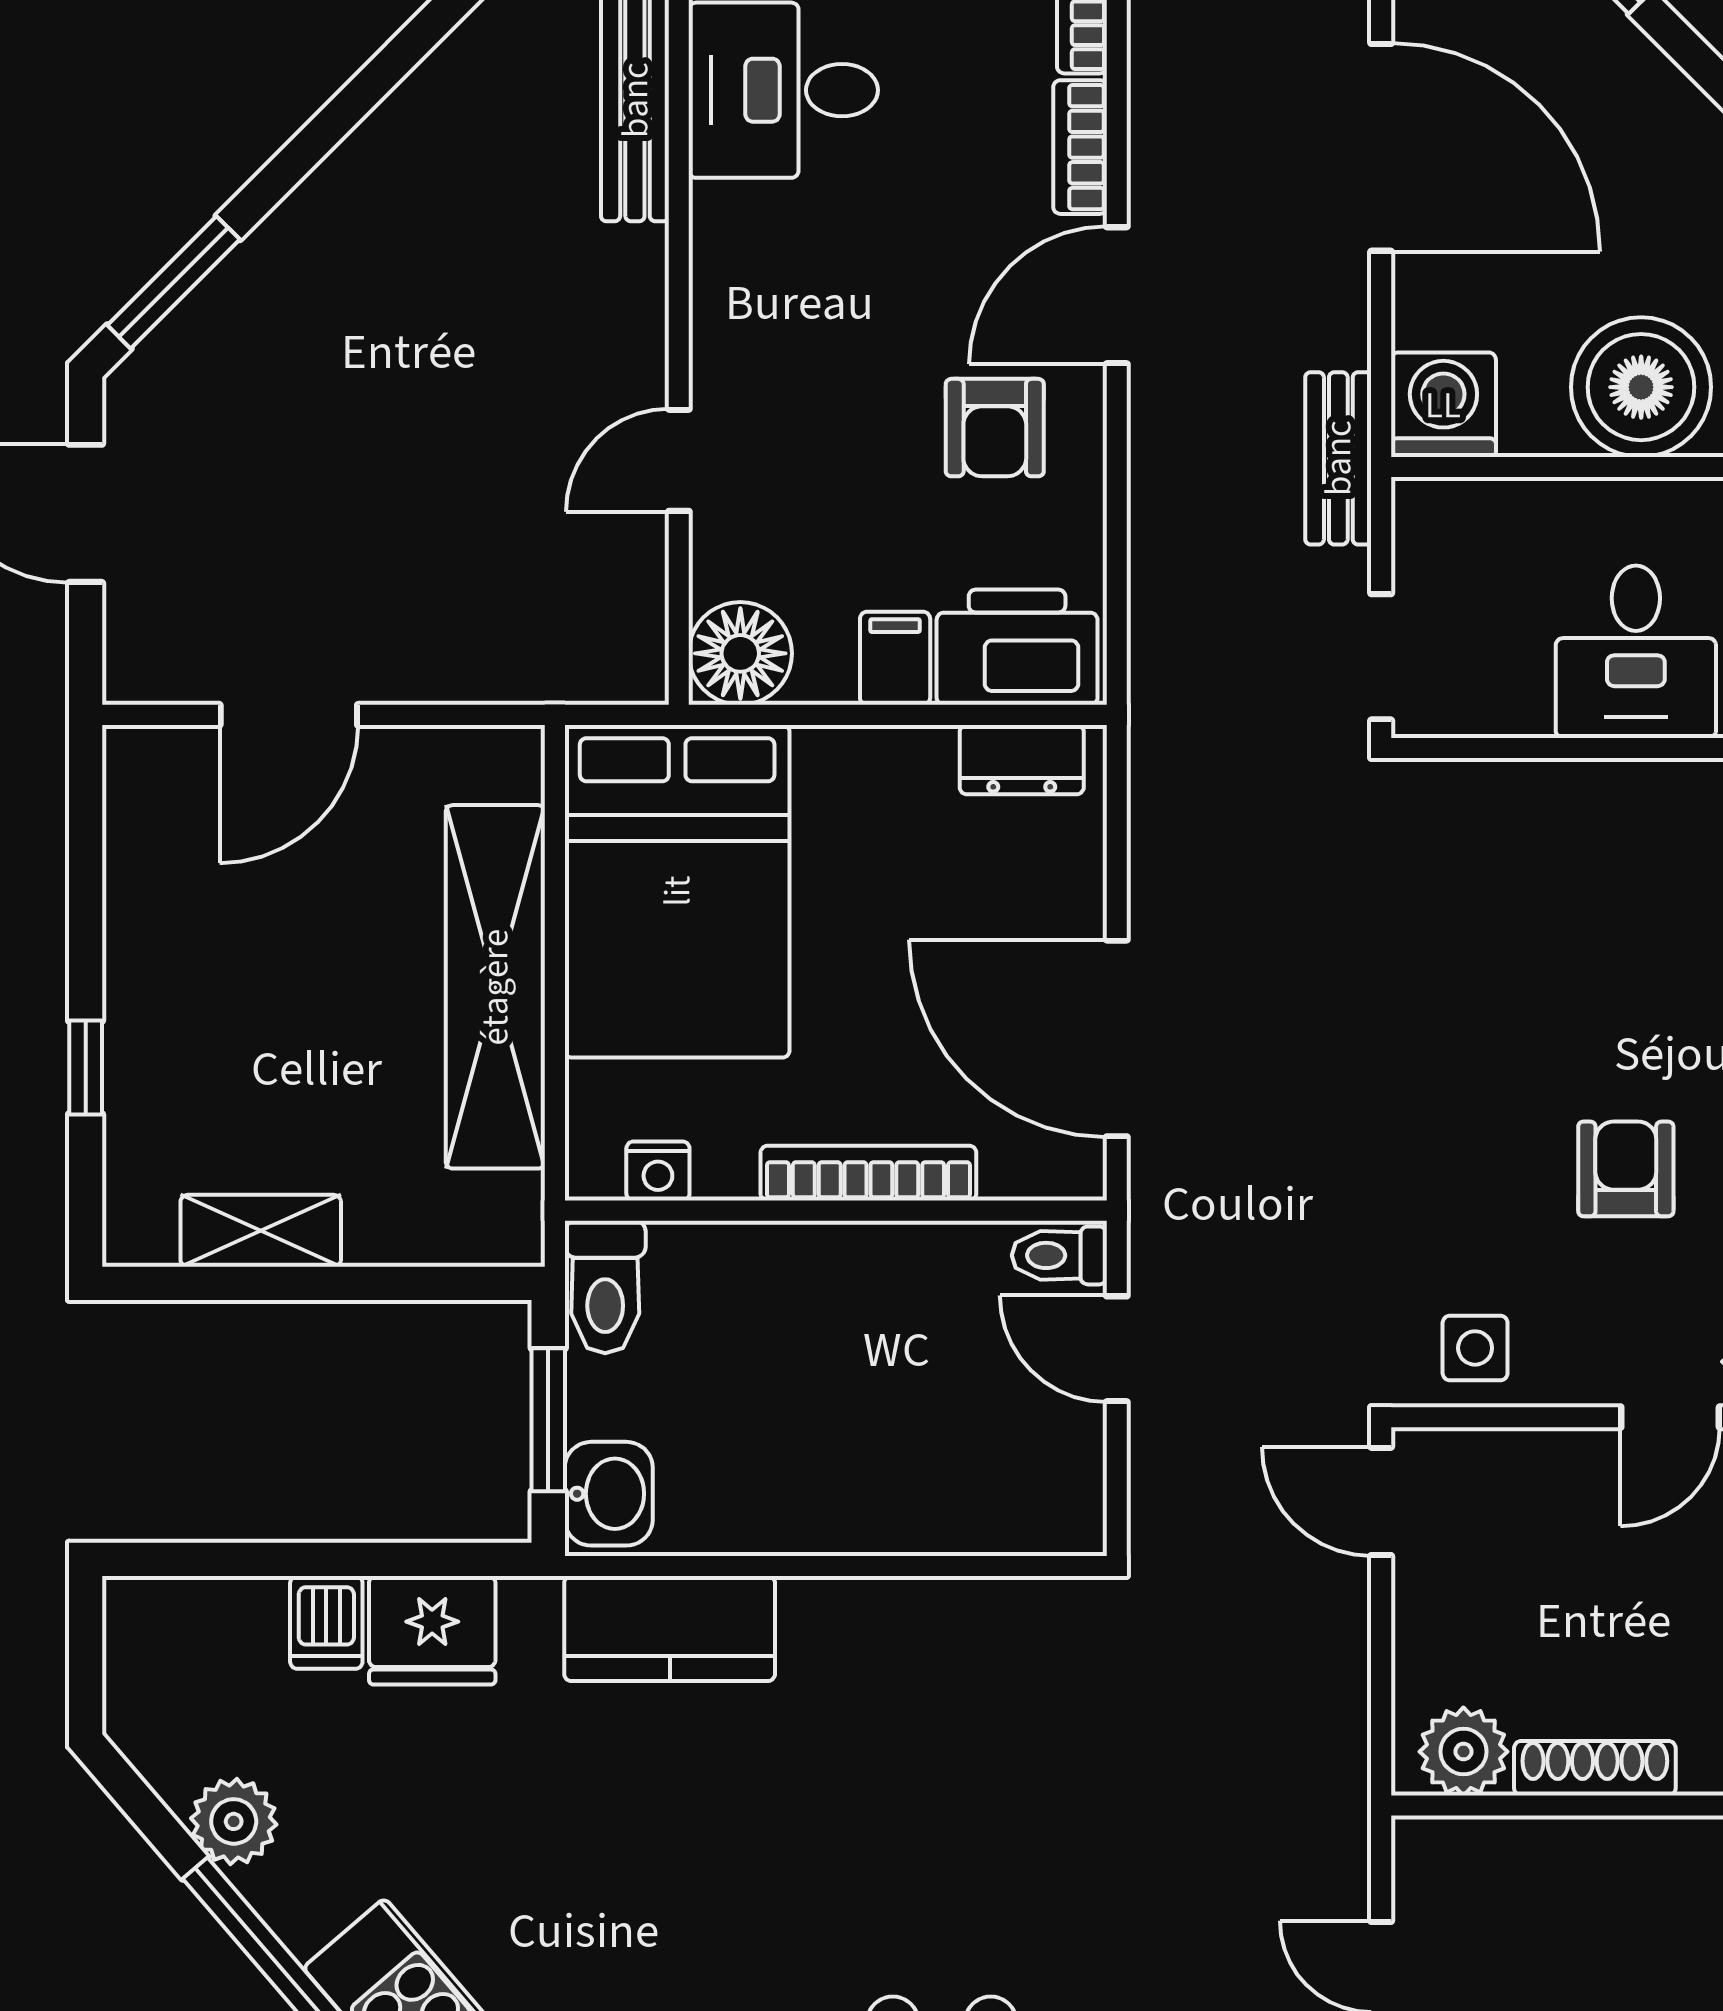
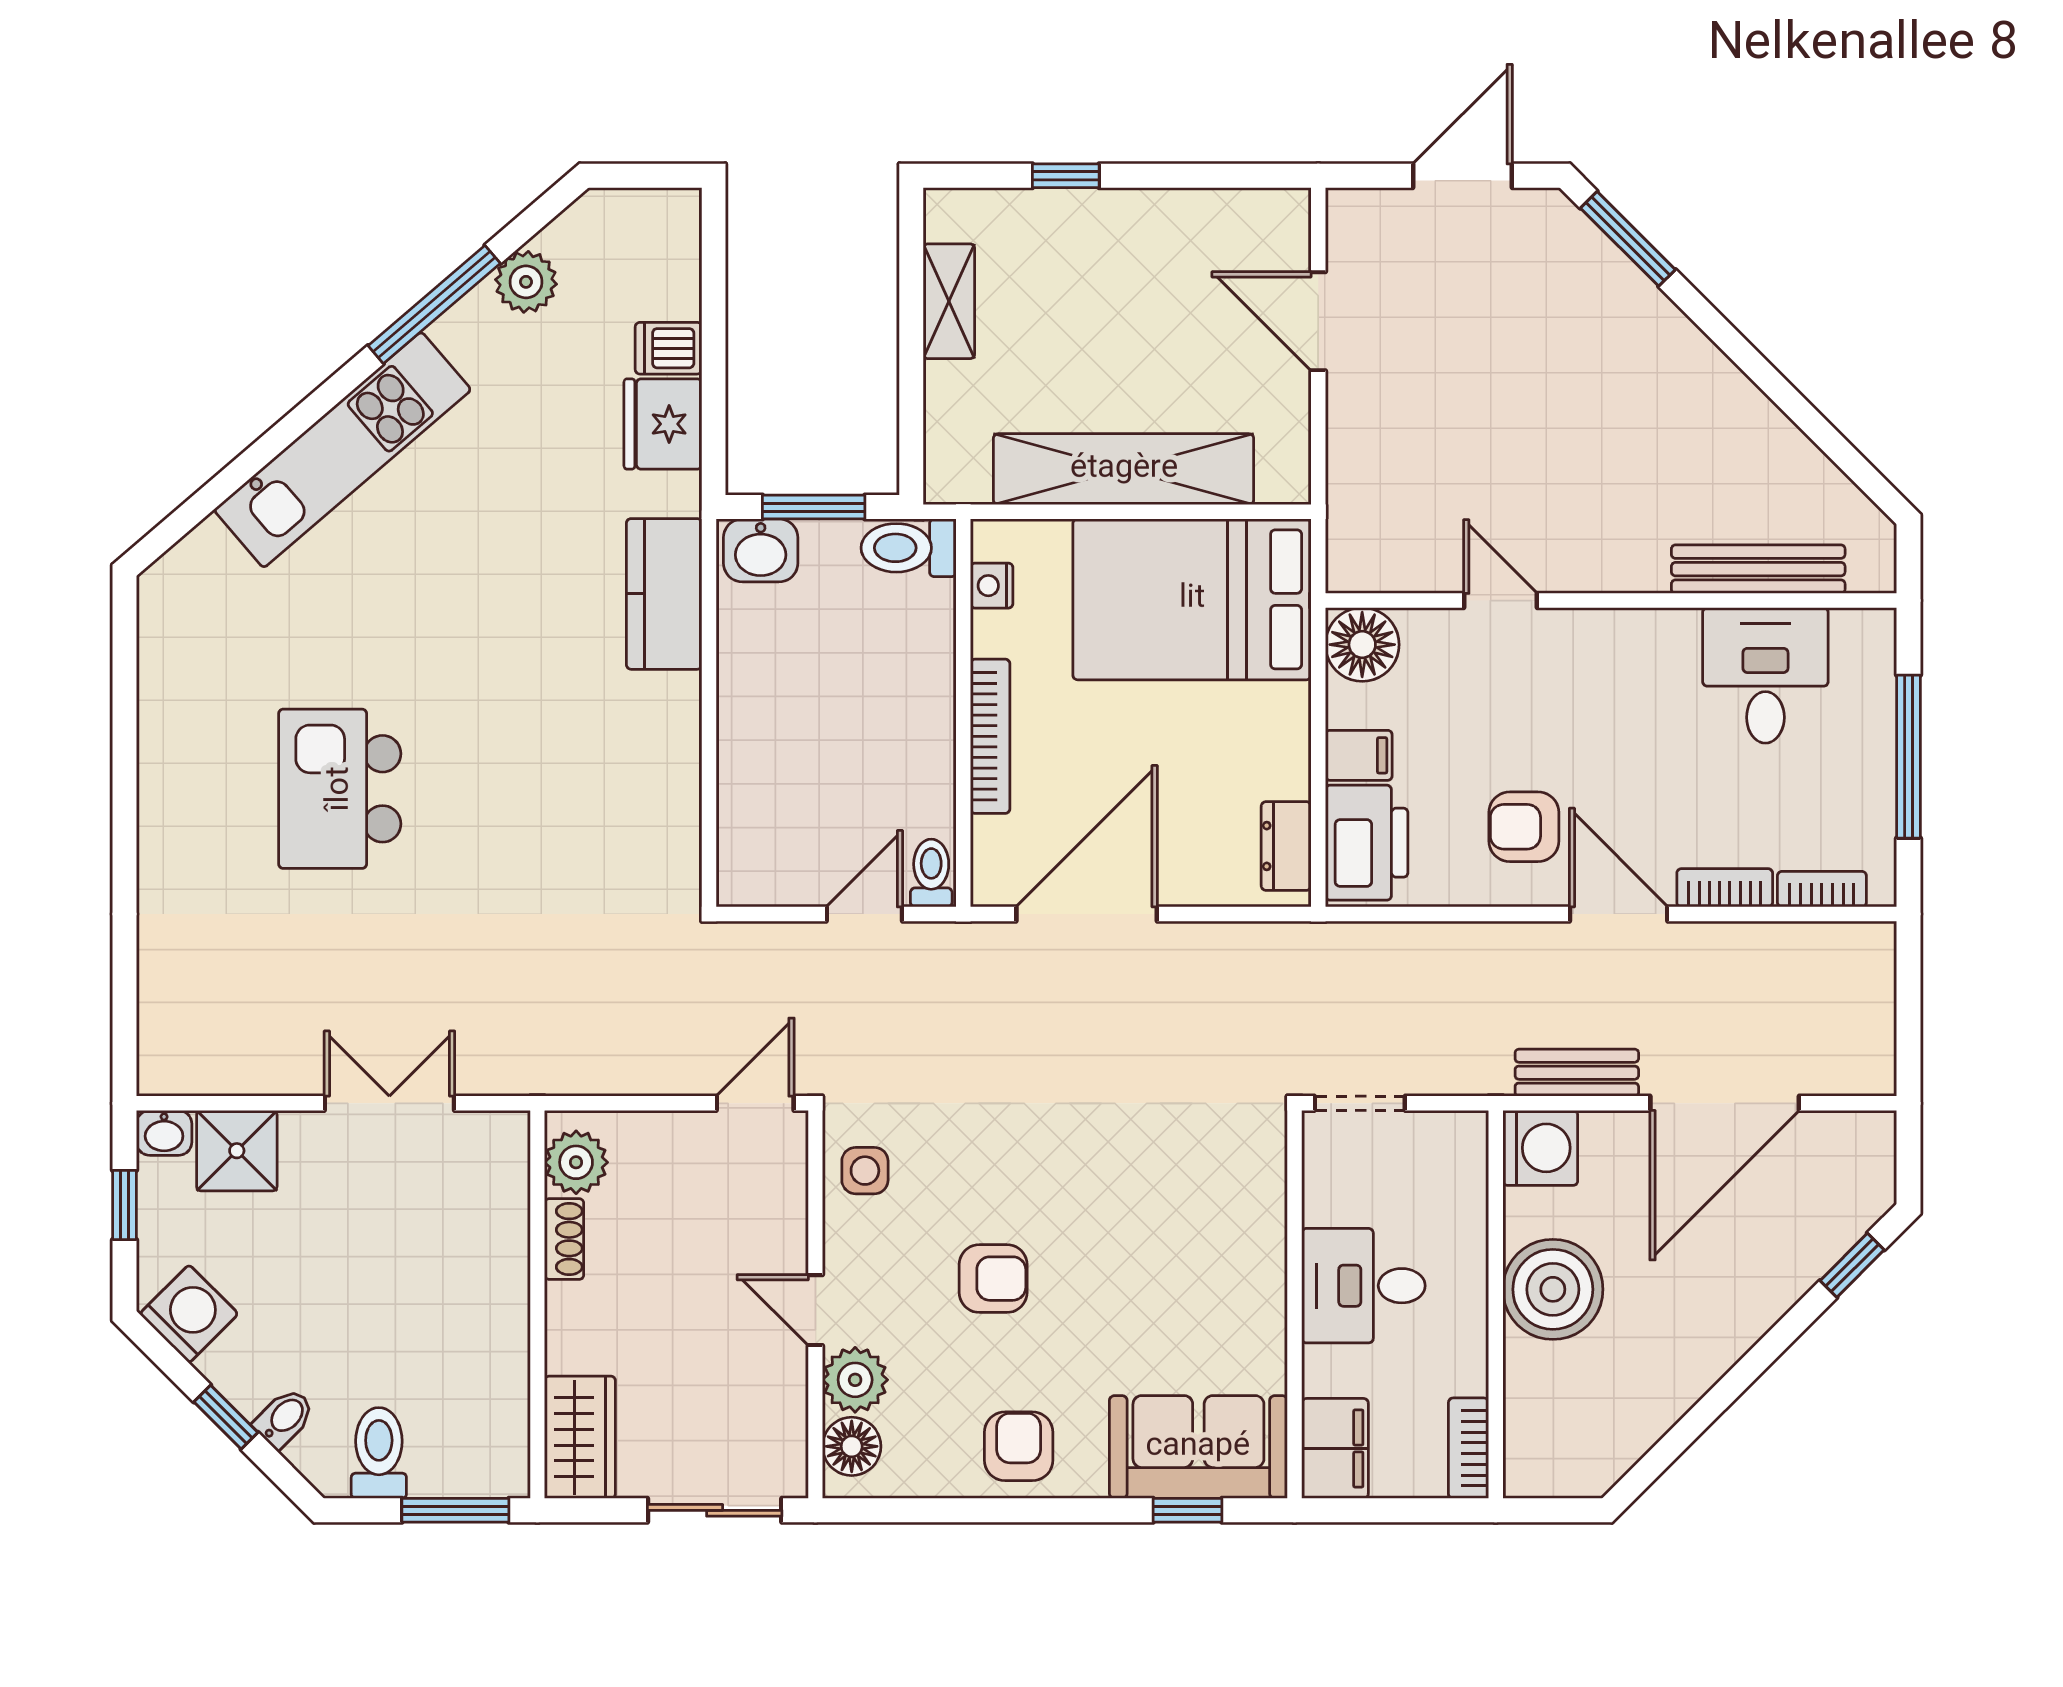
bench: (1338, 458) -> (1577, 1073), moved
shoe rack: (1595, 1768) -> (564, 1239), width x0.70

